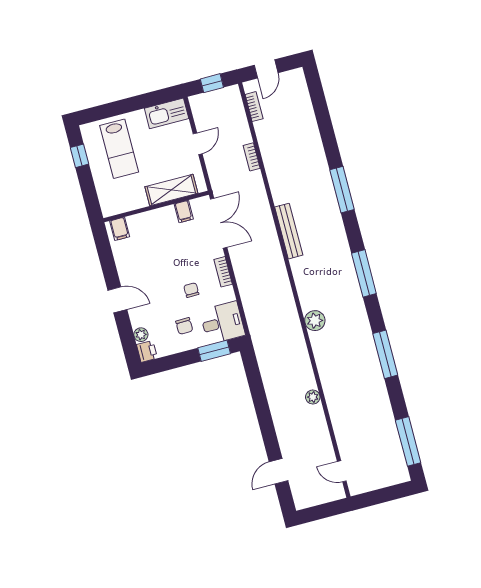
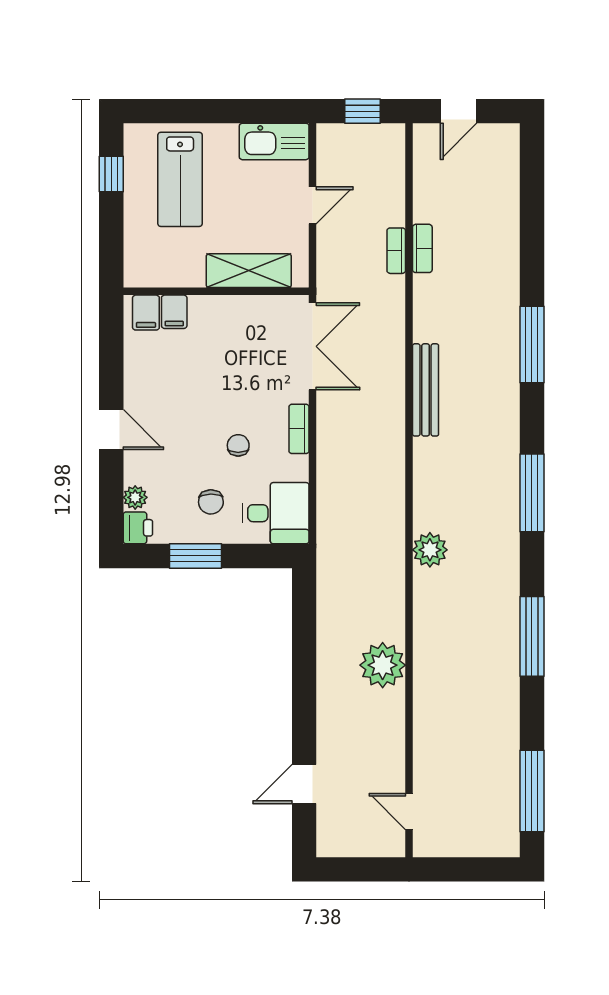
bookcase: (254, 107) -> (422, 248), moved
filing cabinet: (184, 212) -> (174, 312), moved
window: (214, 351) -> (195, 556), moved
plant: (313, 397) -> (383, 665), width x1.87, depth x1.87

